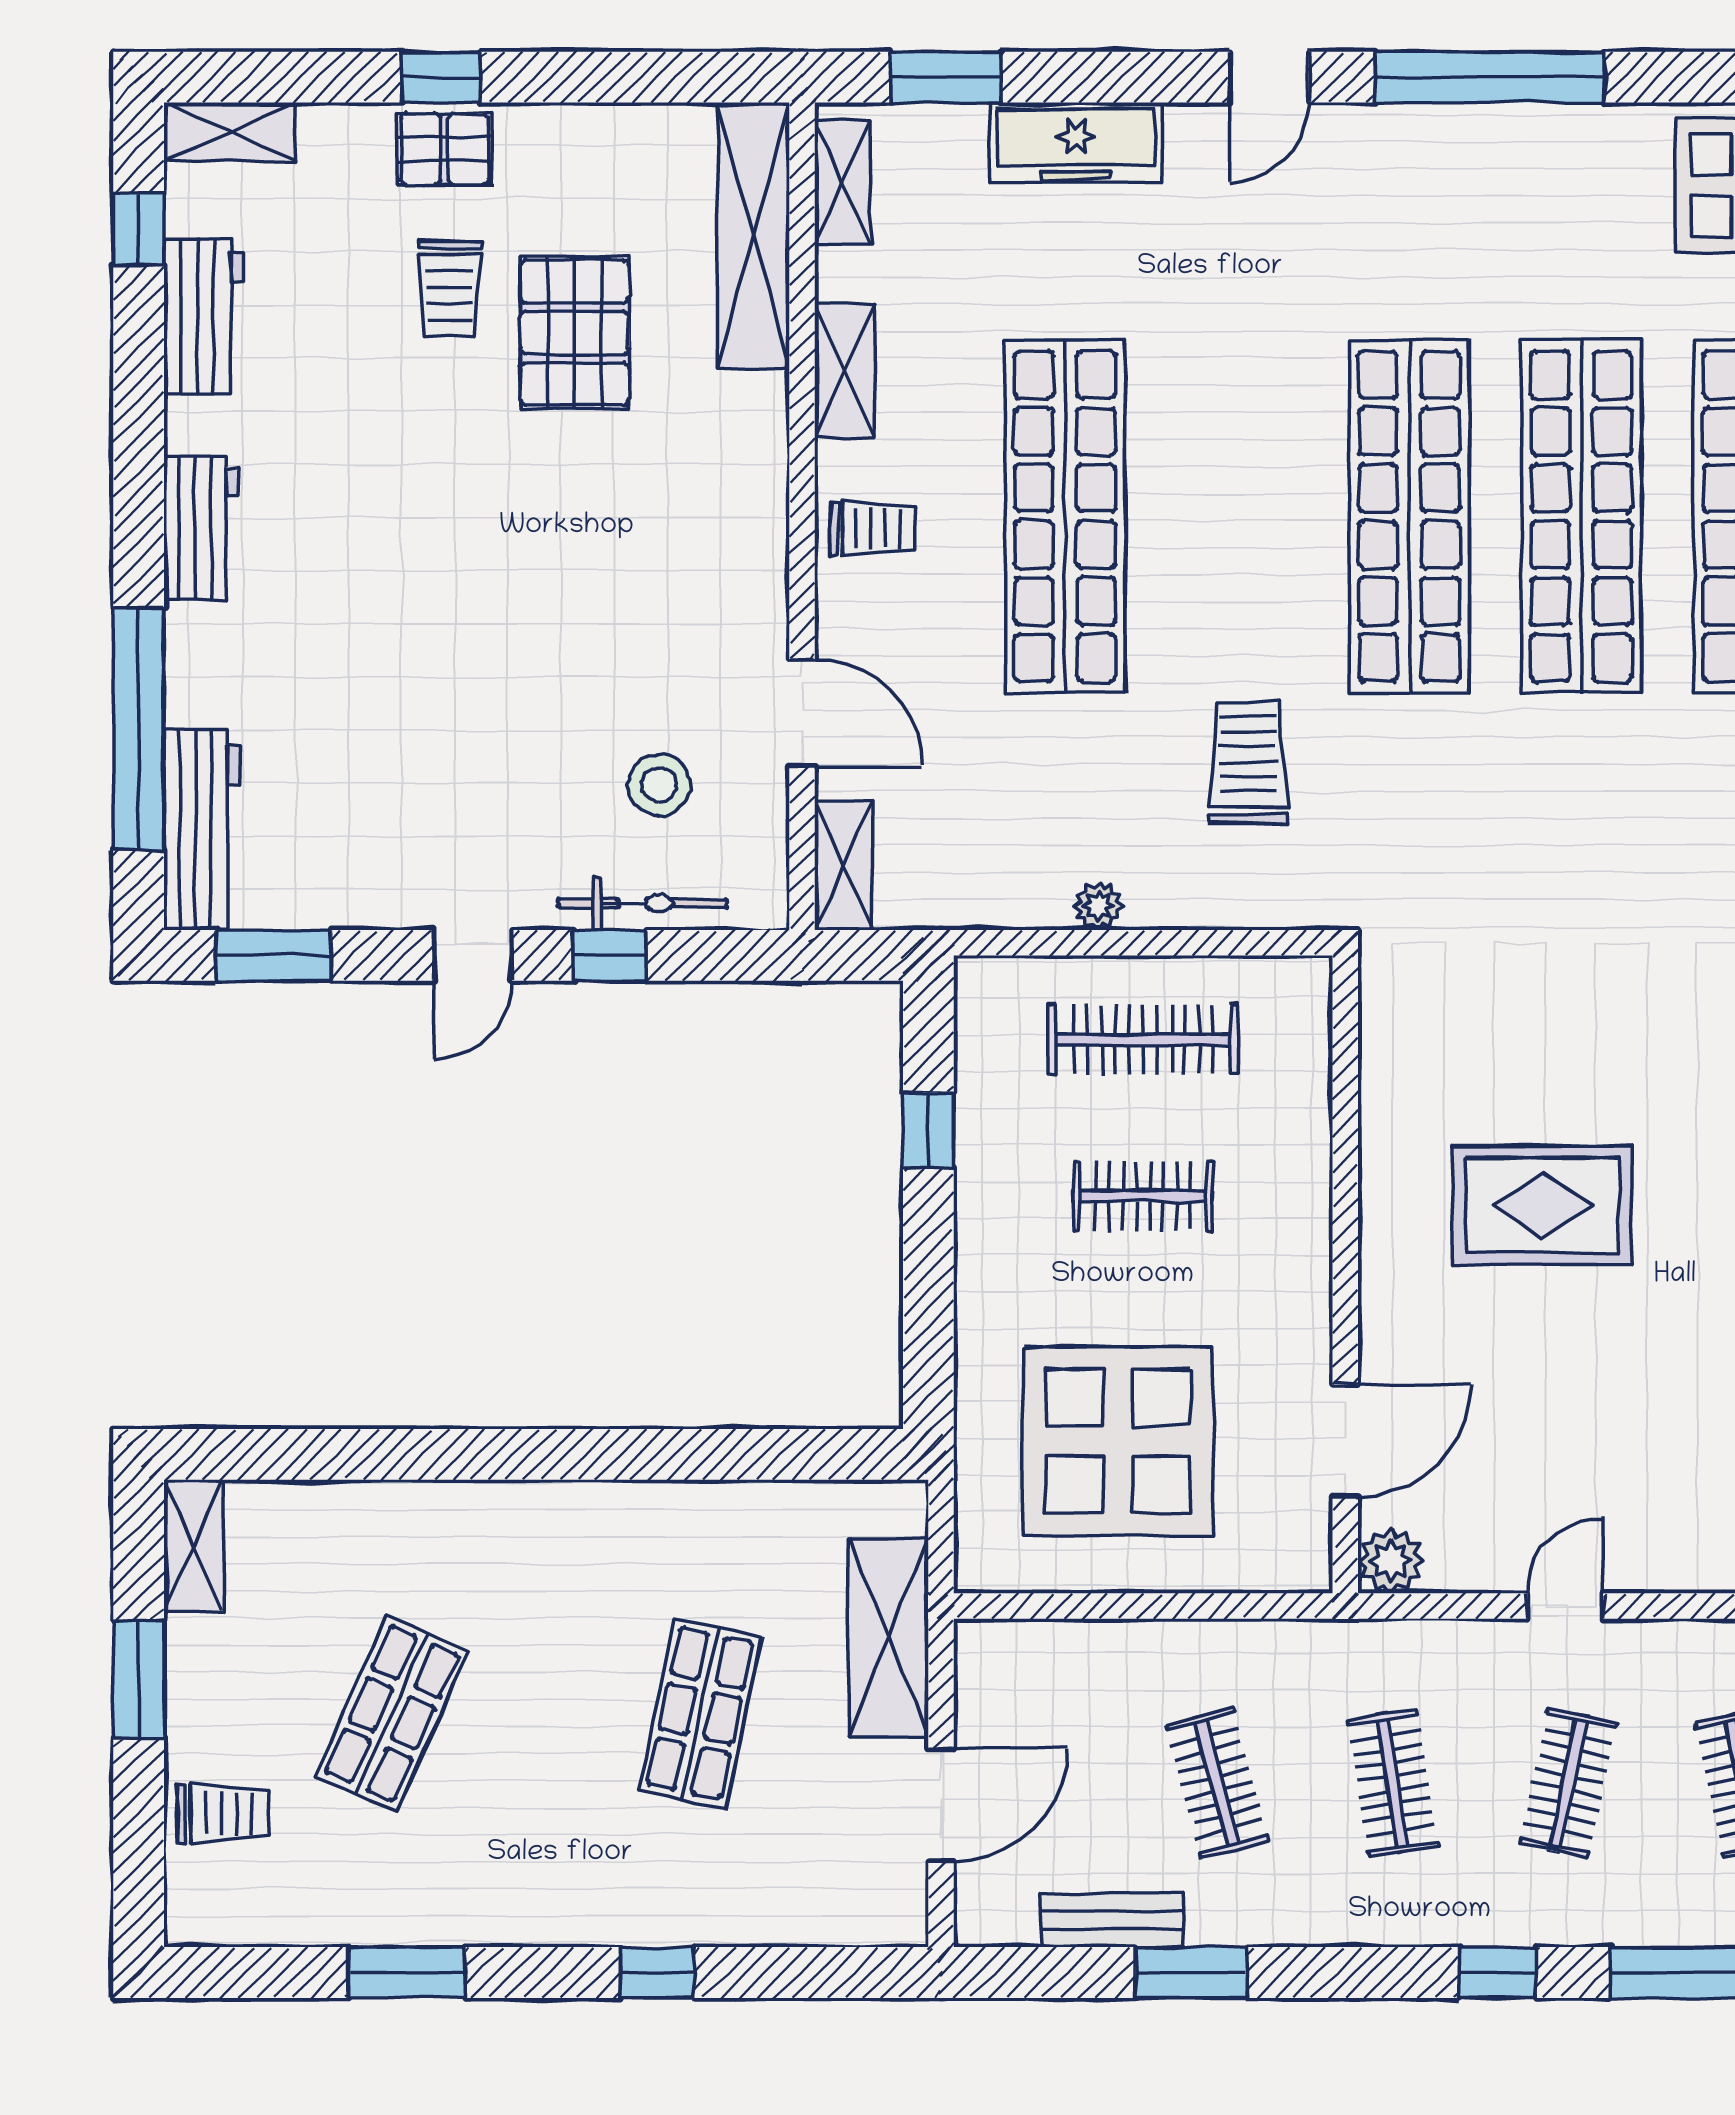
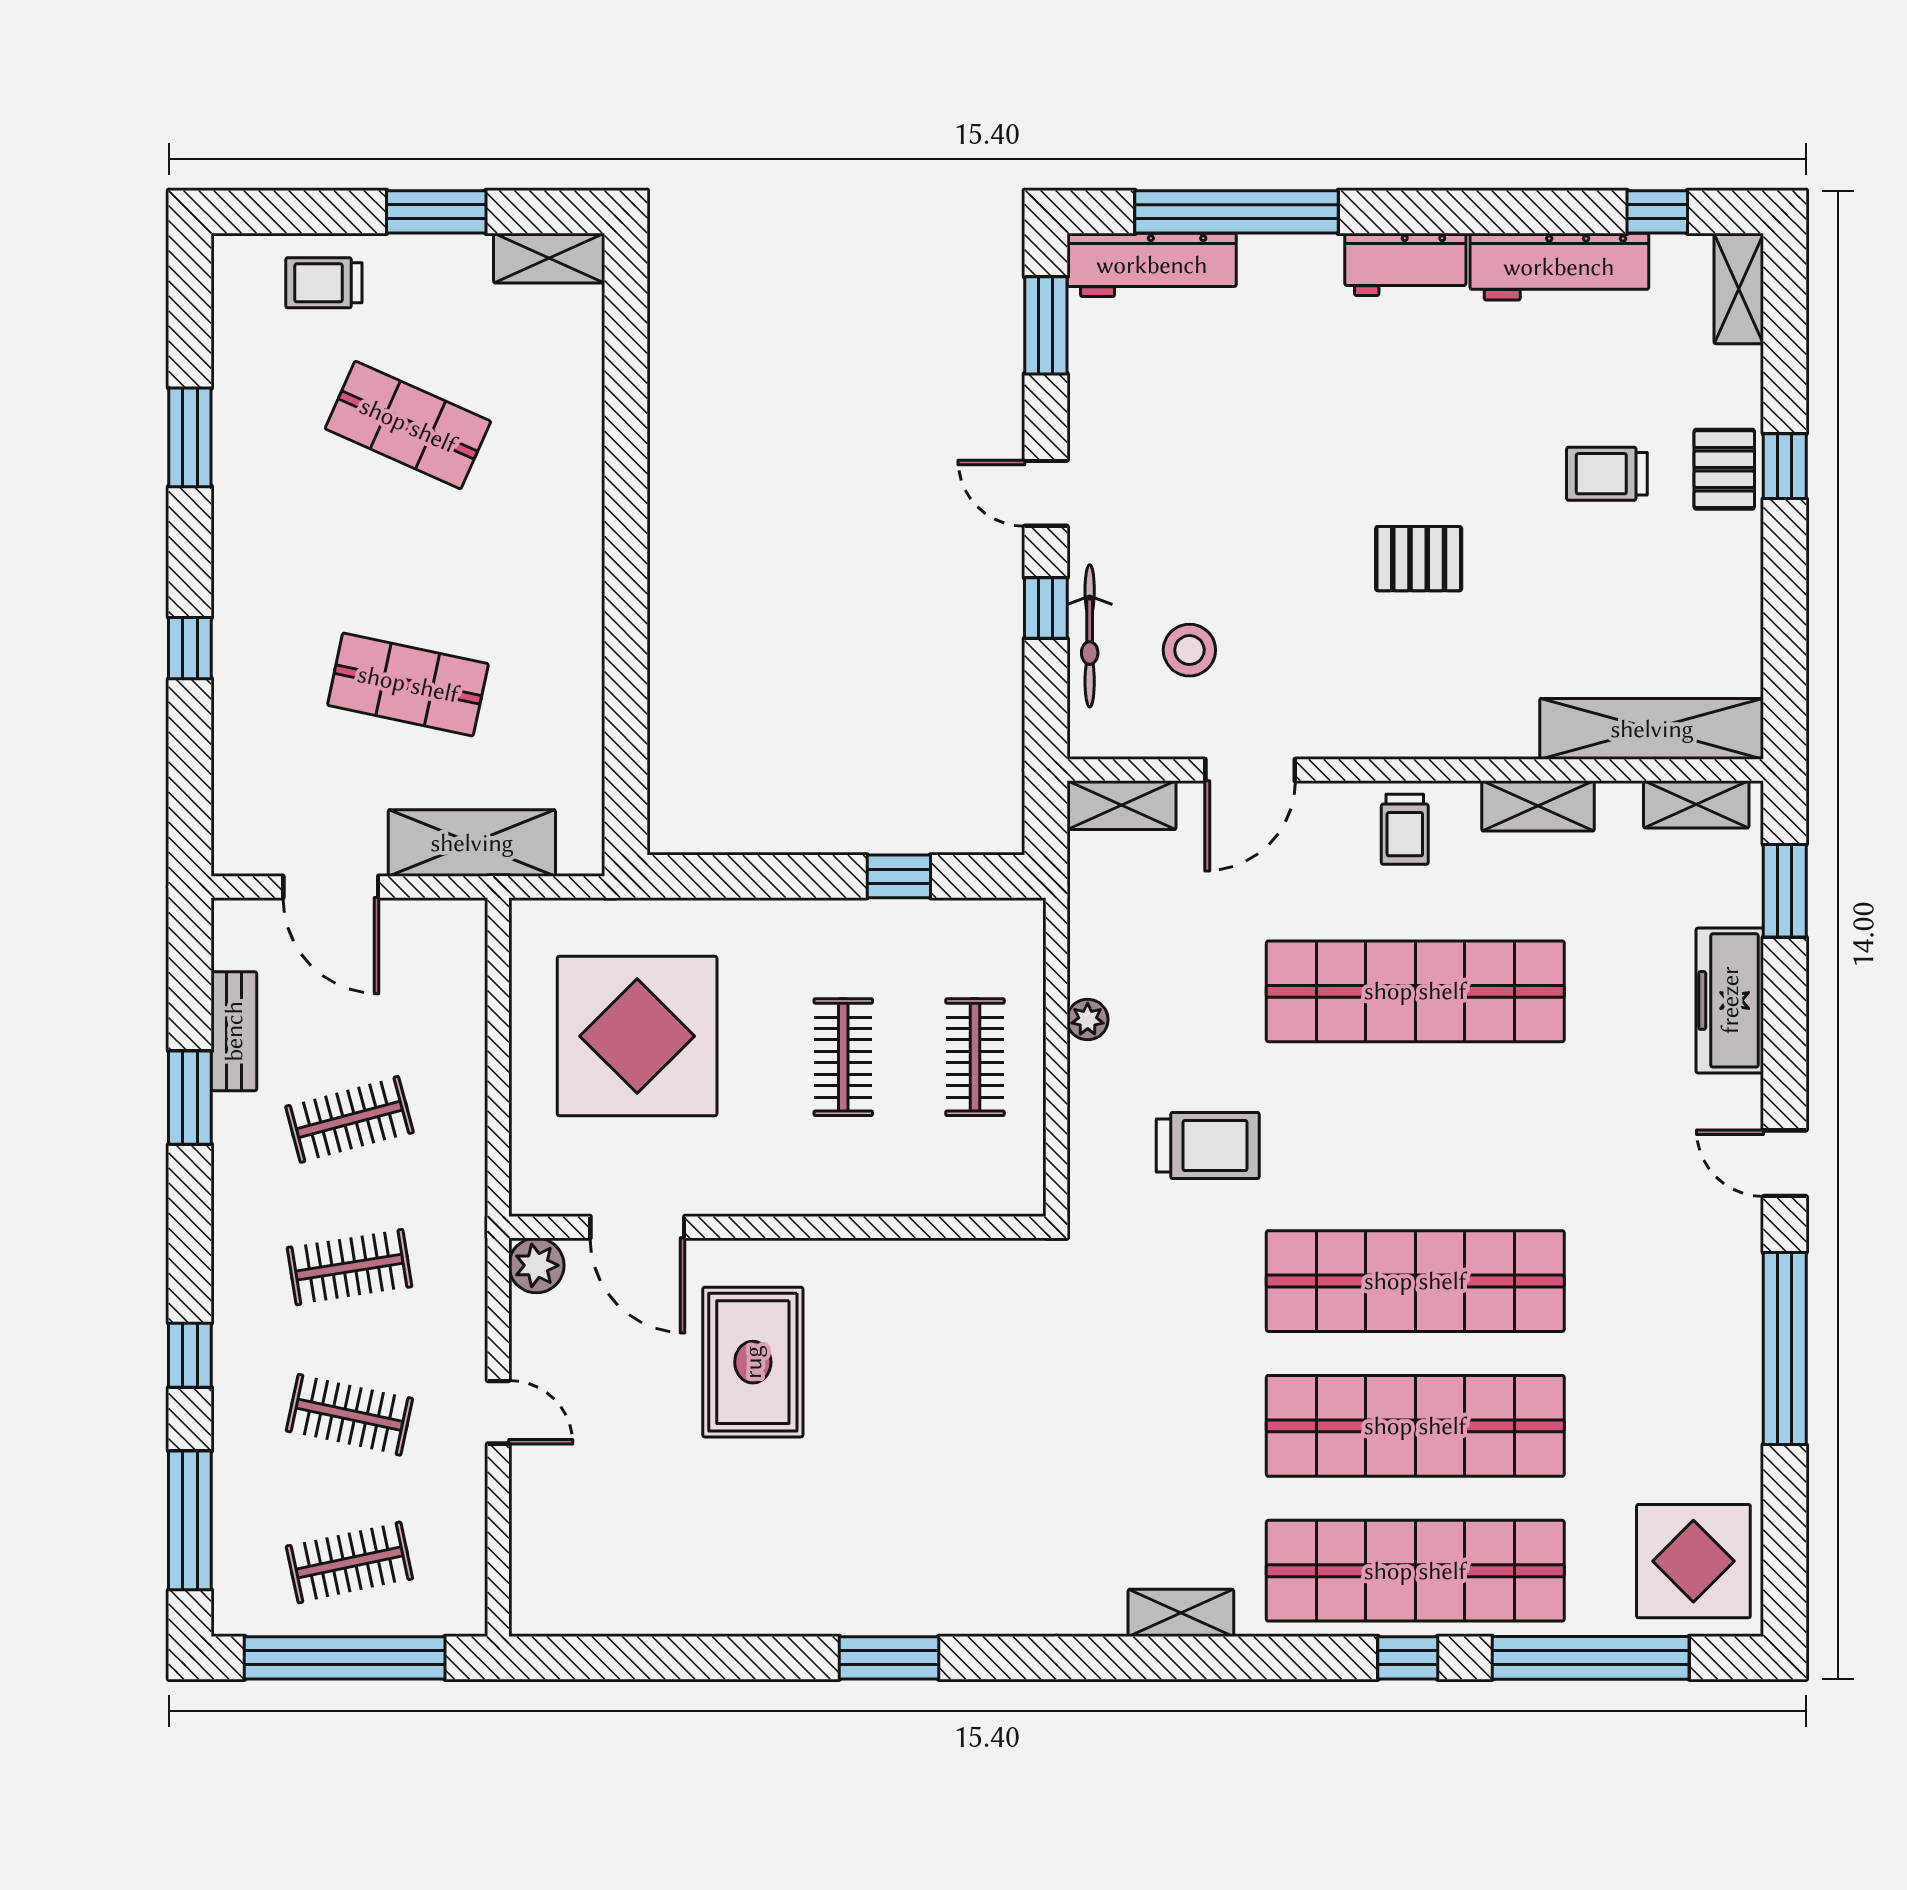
workbench: (204, 316) -> (1559, 267), width x1.38
pallet: (575, 333) -> (1419, 559), moved, width x0.67, depth x0.71
clothes rail: (1143, 1040) -> (975, 1057), width x0.73
rug: (1543, 1205) -> (753, 1362), moved
trolley: (223, 1813) -> (324, 283), turned 90

